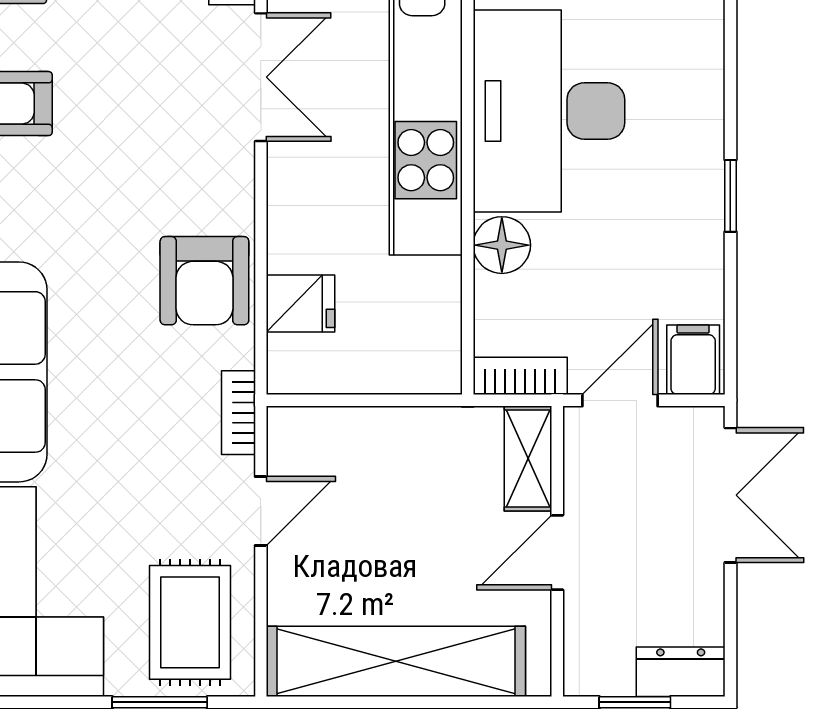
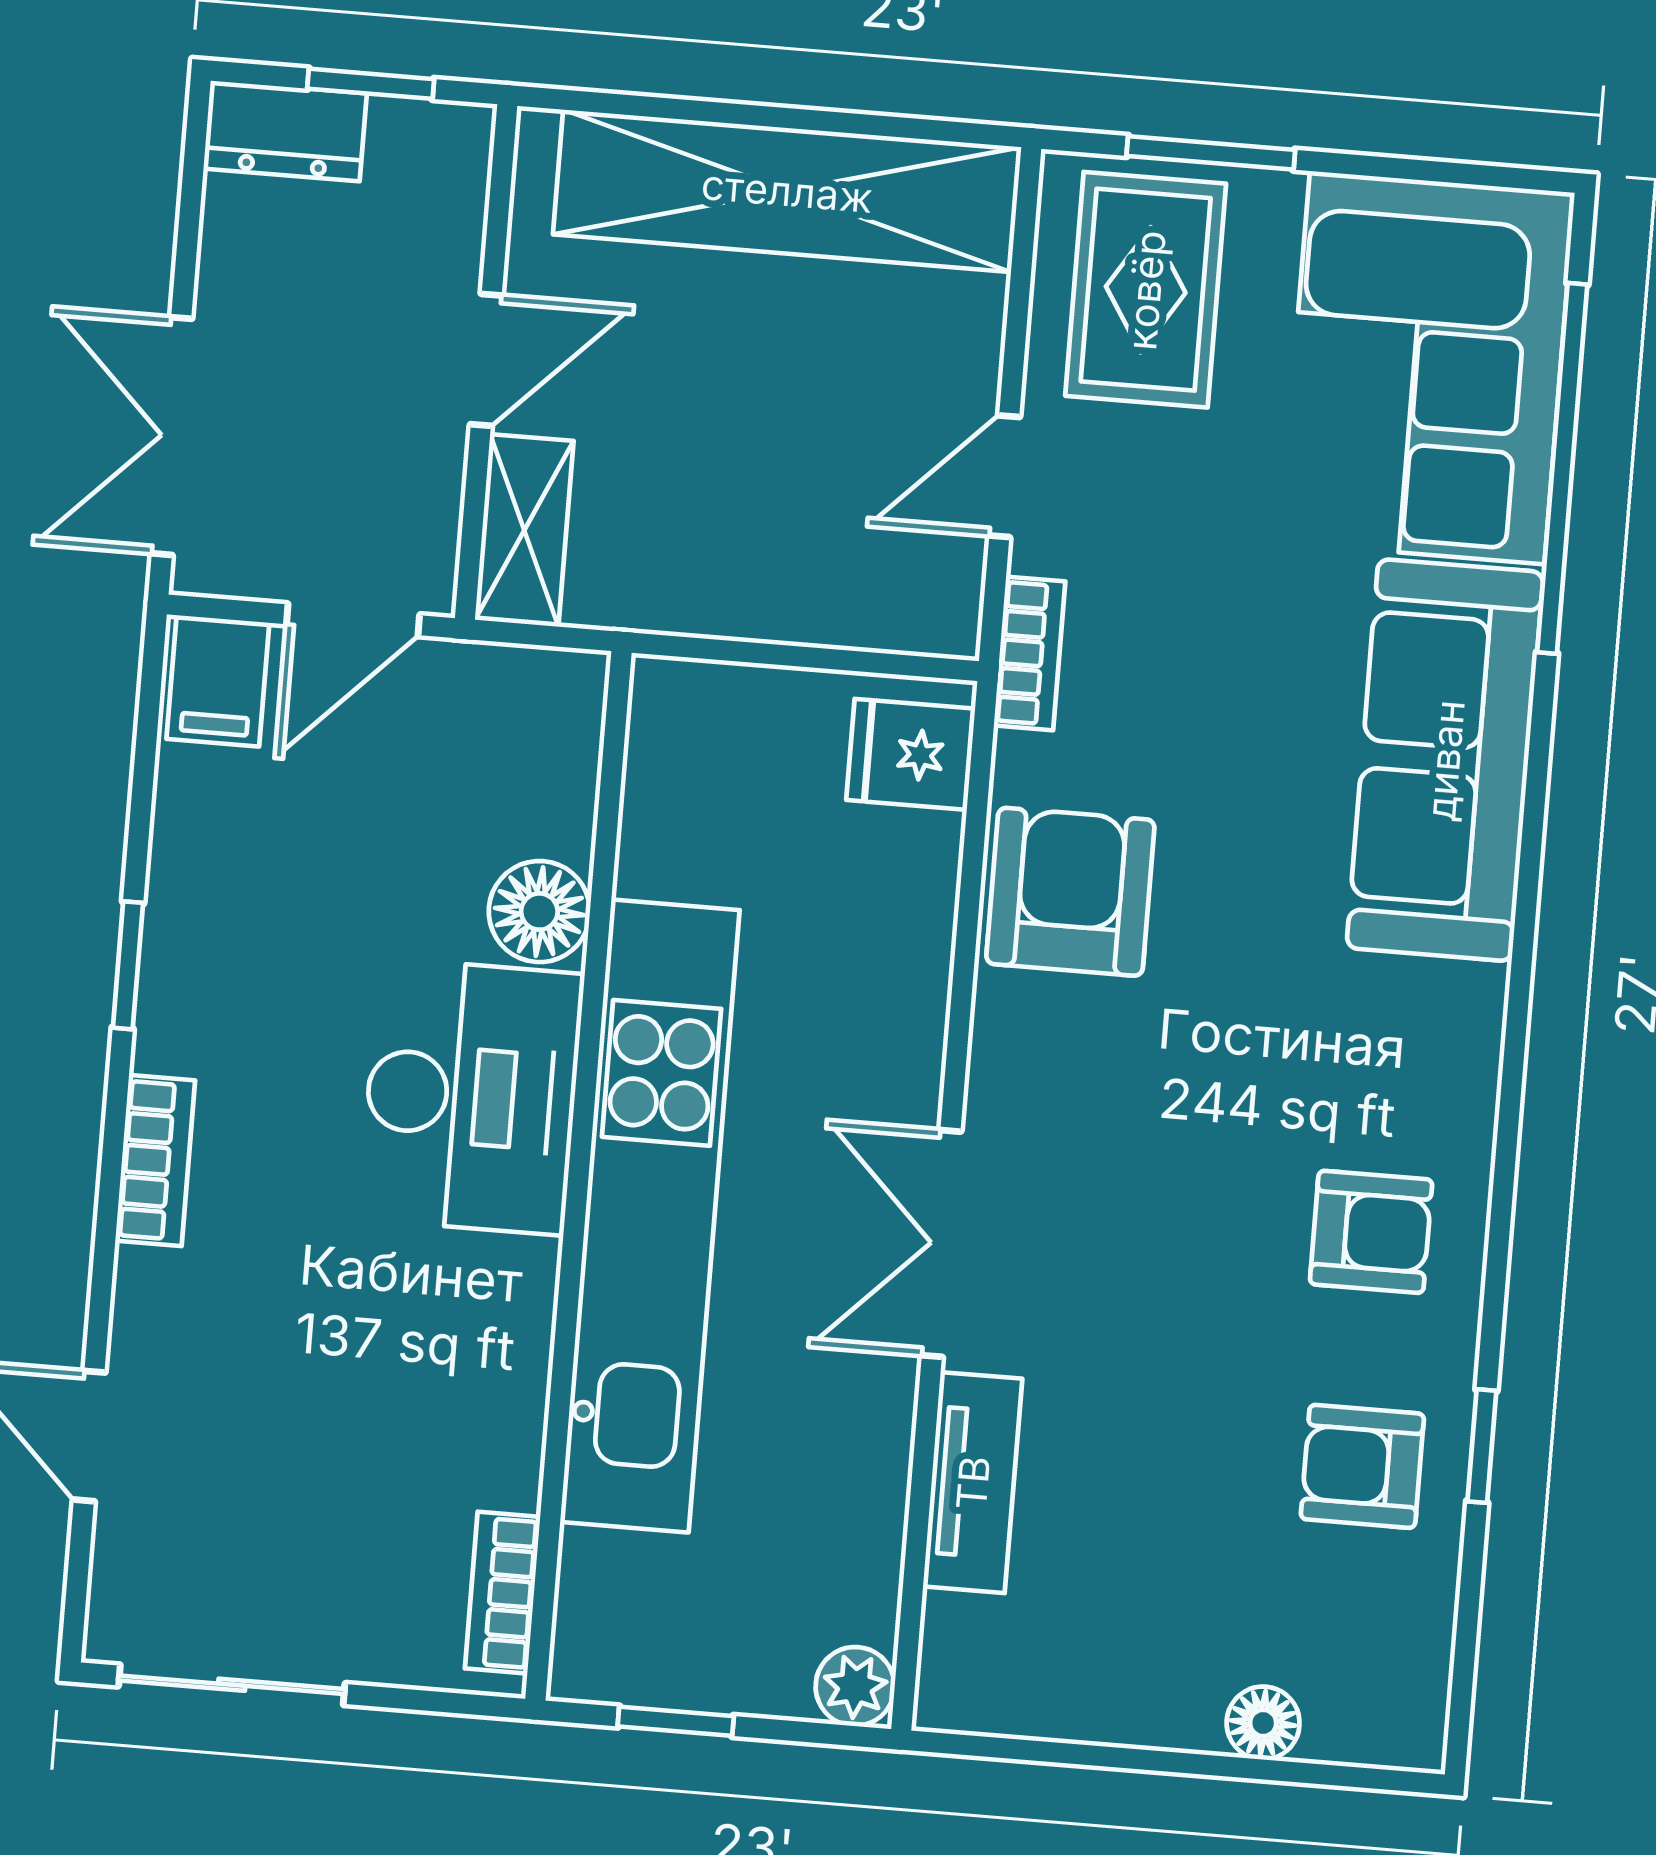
desk: (549, 111) -> (471, 1097), width x0.73, depth x0.77
fridge: (301, 303) -> (911, 754), moved
bookcase: (520, 376) -> (155, 1161), moved, turned -90

